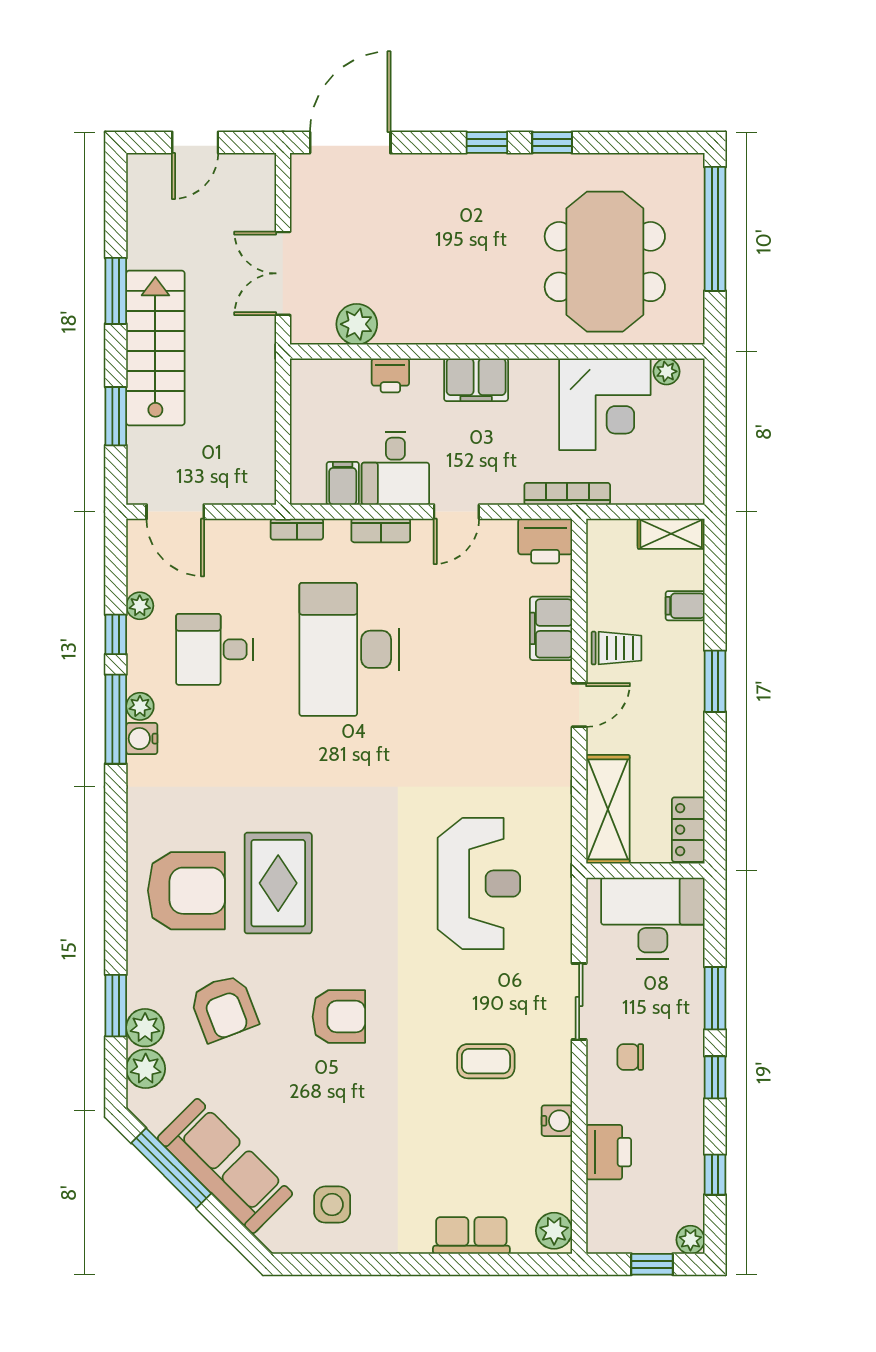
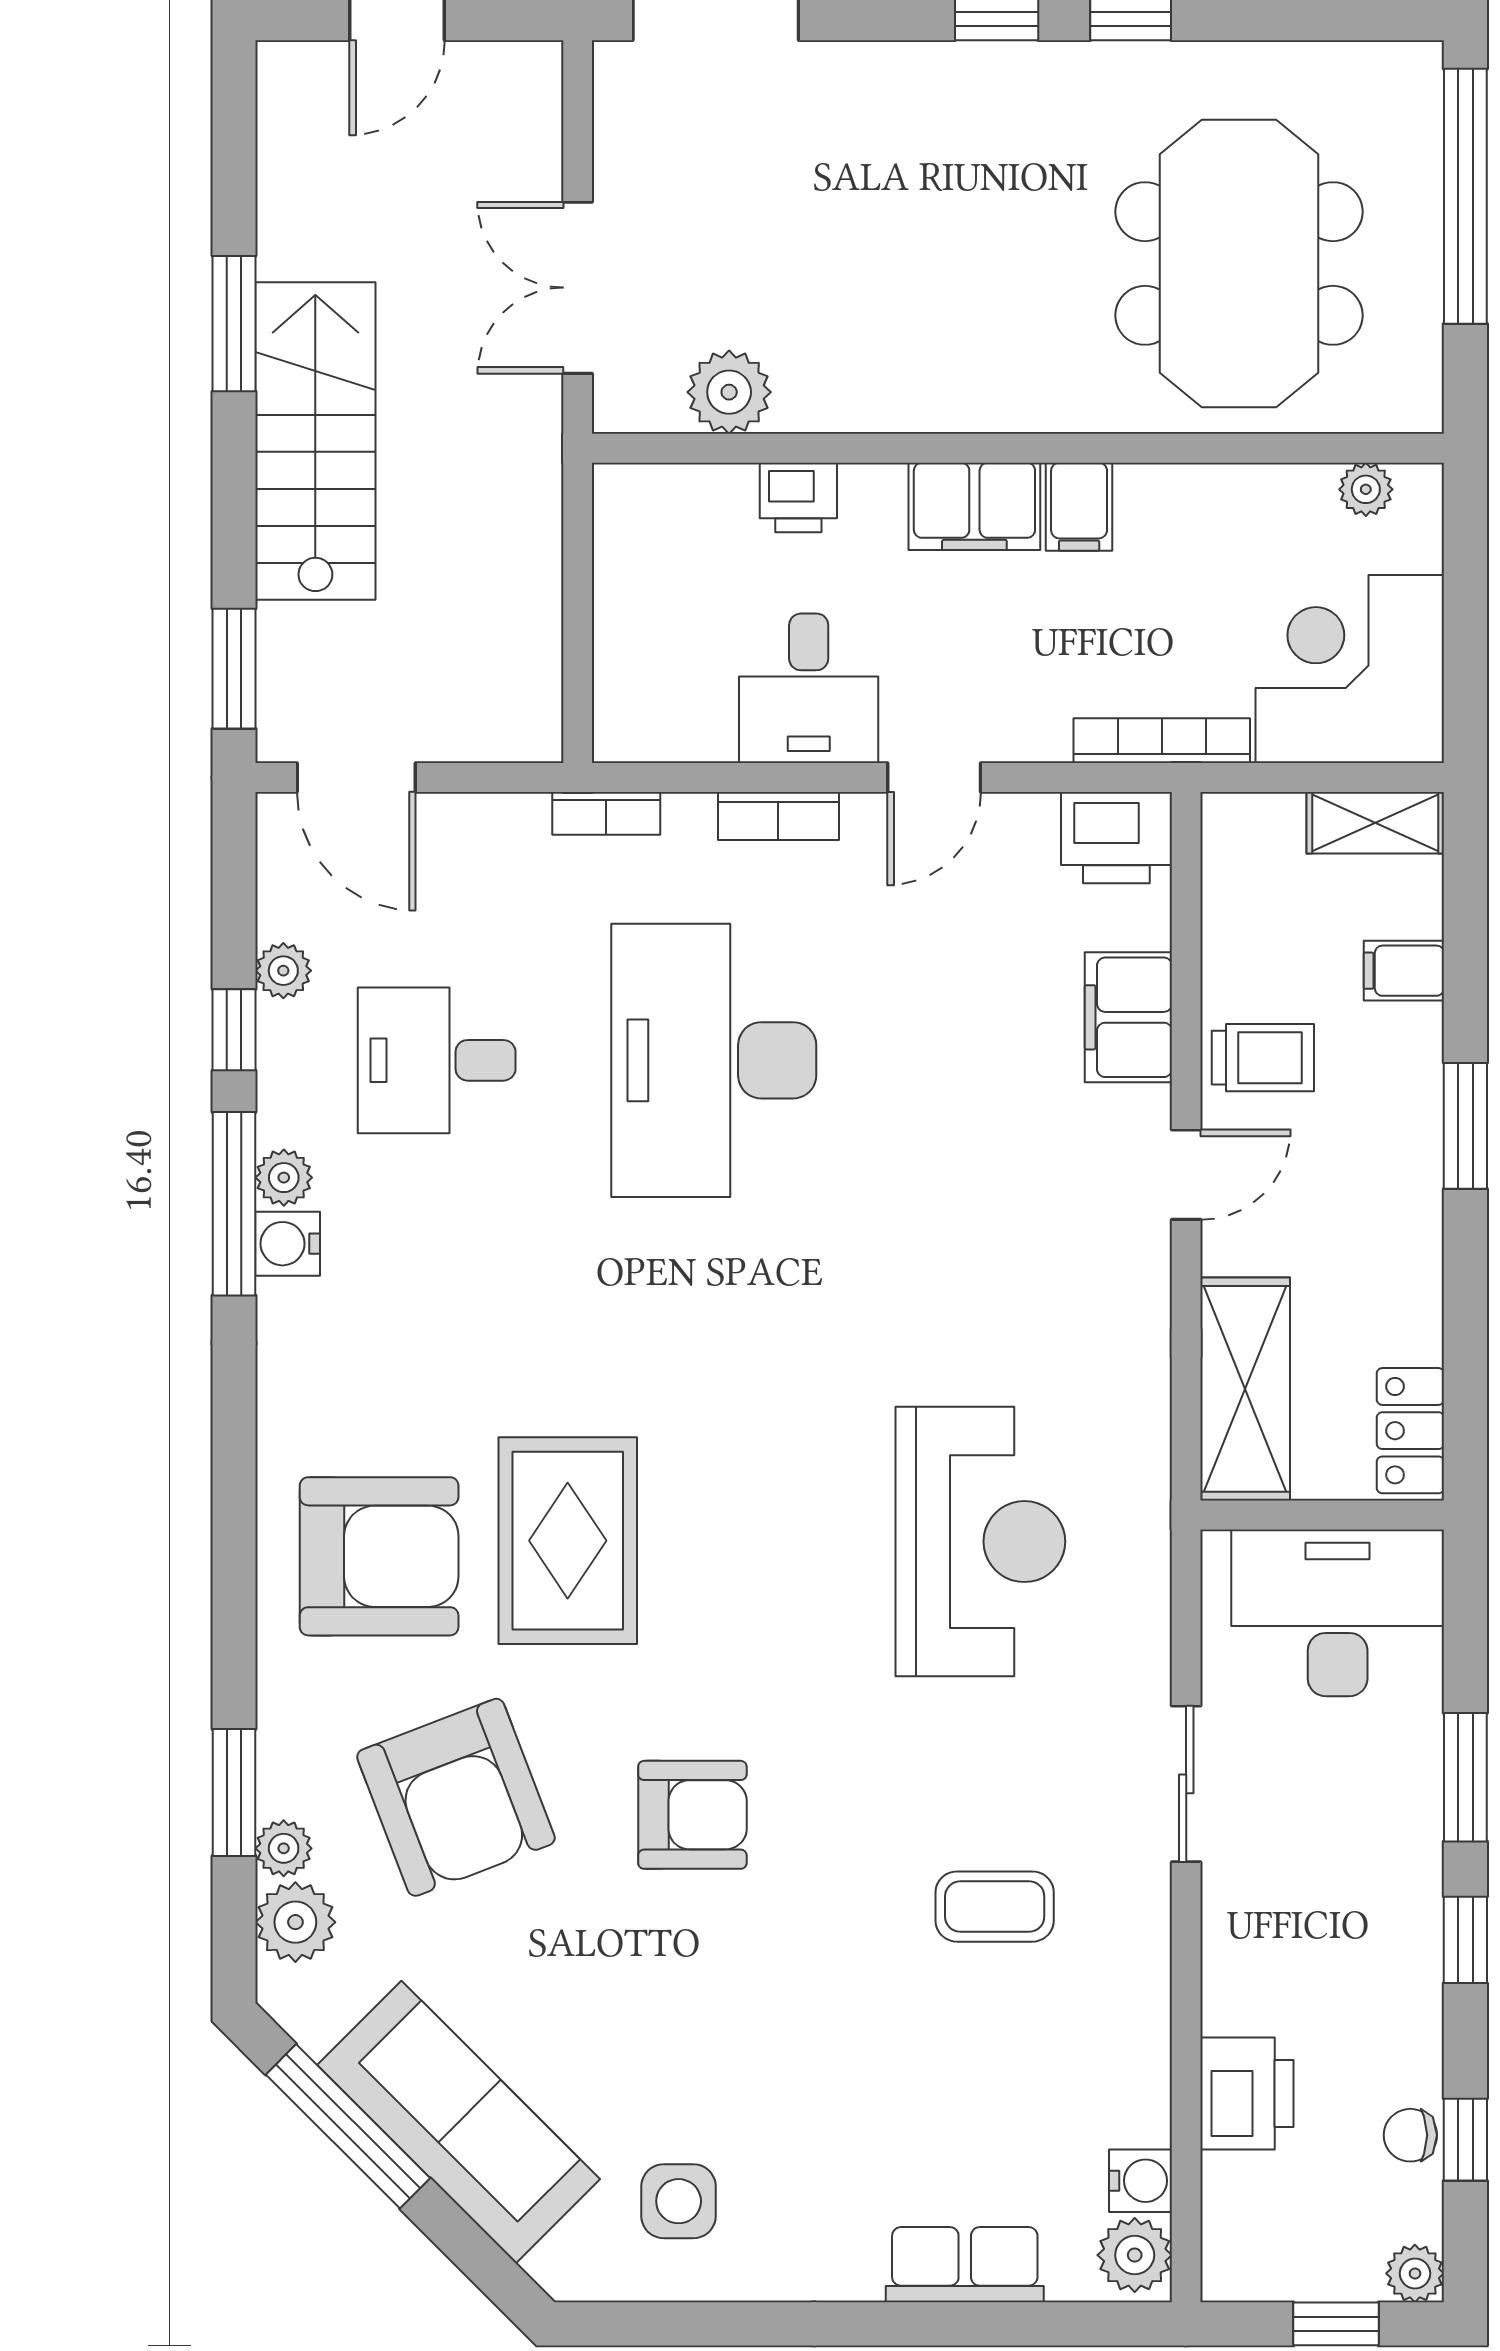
corner desk: (605, 404) -> (1350, 669), moved, turned 180
window: (116, 416) -> (234, 669), moved
filing cabinet: (343, 483) -> (1079, 507), moved, turned 180
armchair: (224, 1008) -> (456, 1797), width x1.36, depth x1.36
plant: (145, 1028) -> (284, 1848), width x0.73, depth x0.73
chair: (630, 1057) -> (1410, 2135), moved
water cooler: (557, 1121) -> (1140, 2181), moved

